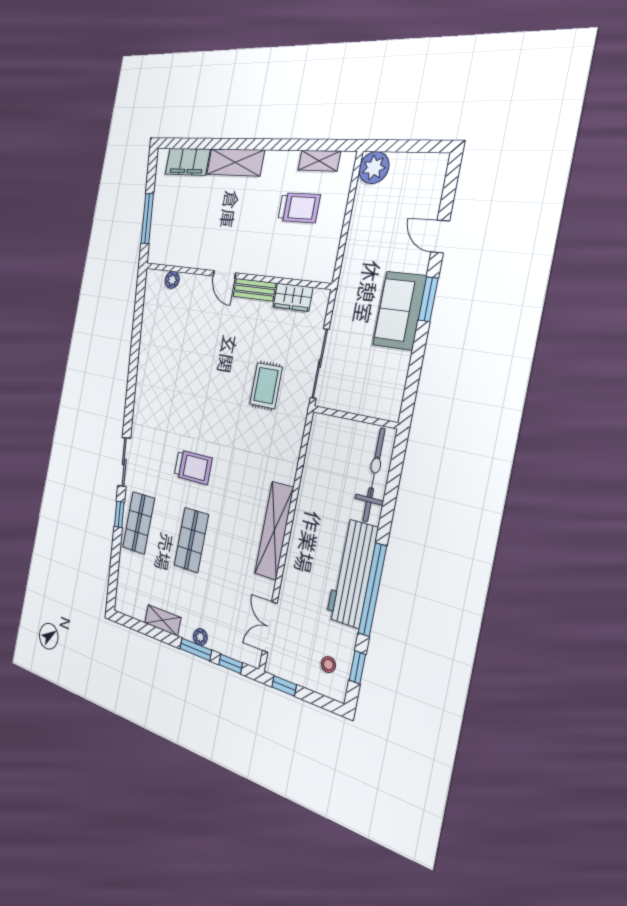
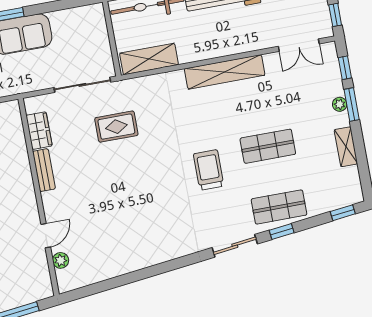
door: (224, 274) -> (46, 236), moved
shelving: (318, 451) -> (149, 59), added
window: (113, 583) -> (343, 213), added

